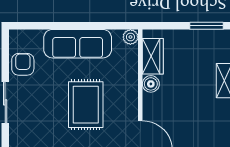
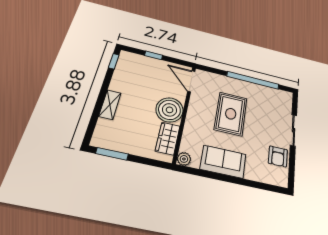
sofa: (78, 44) -> (223, 162), width x0.73
boiler: (151, 84) -> (170, 110), width x1.86, depth x1.86

